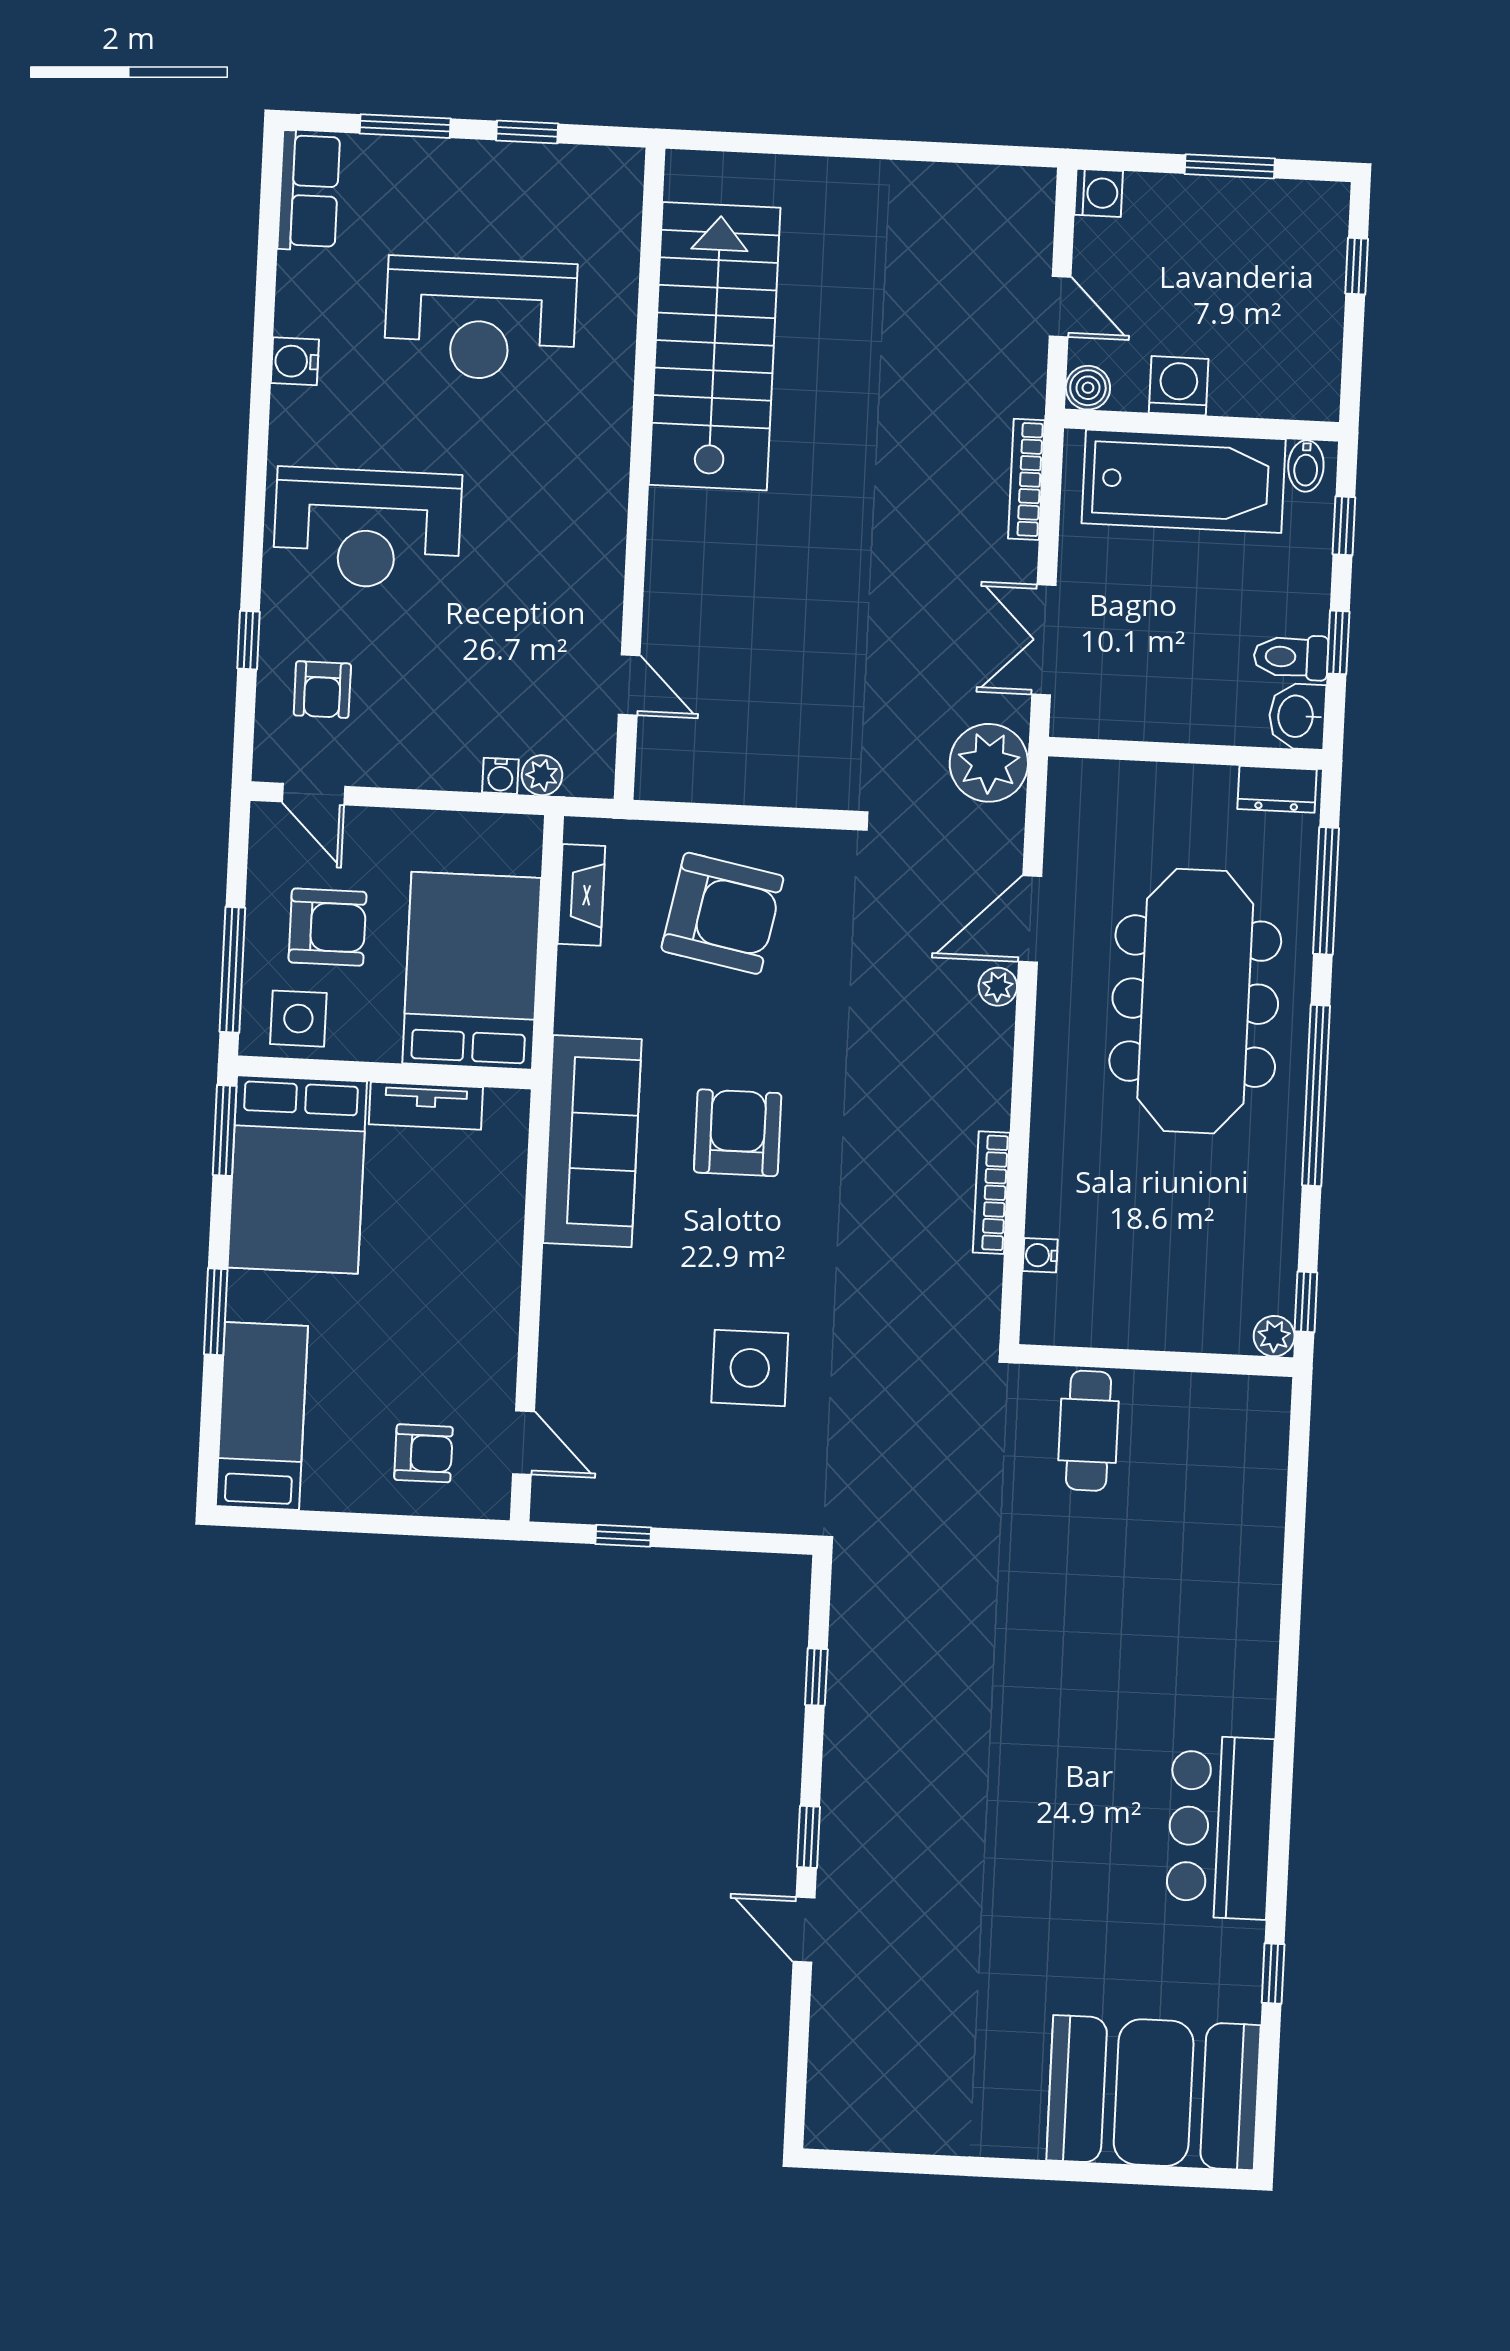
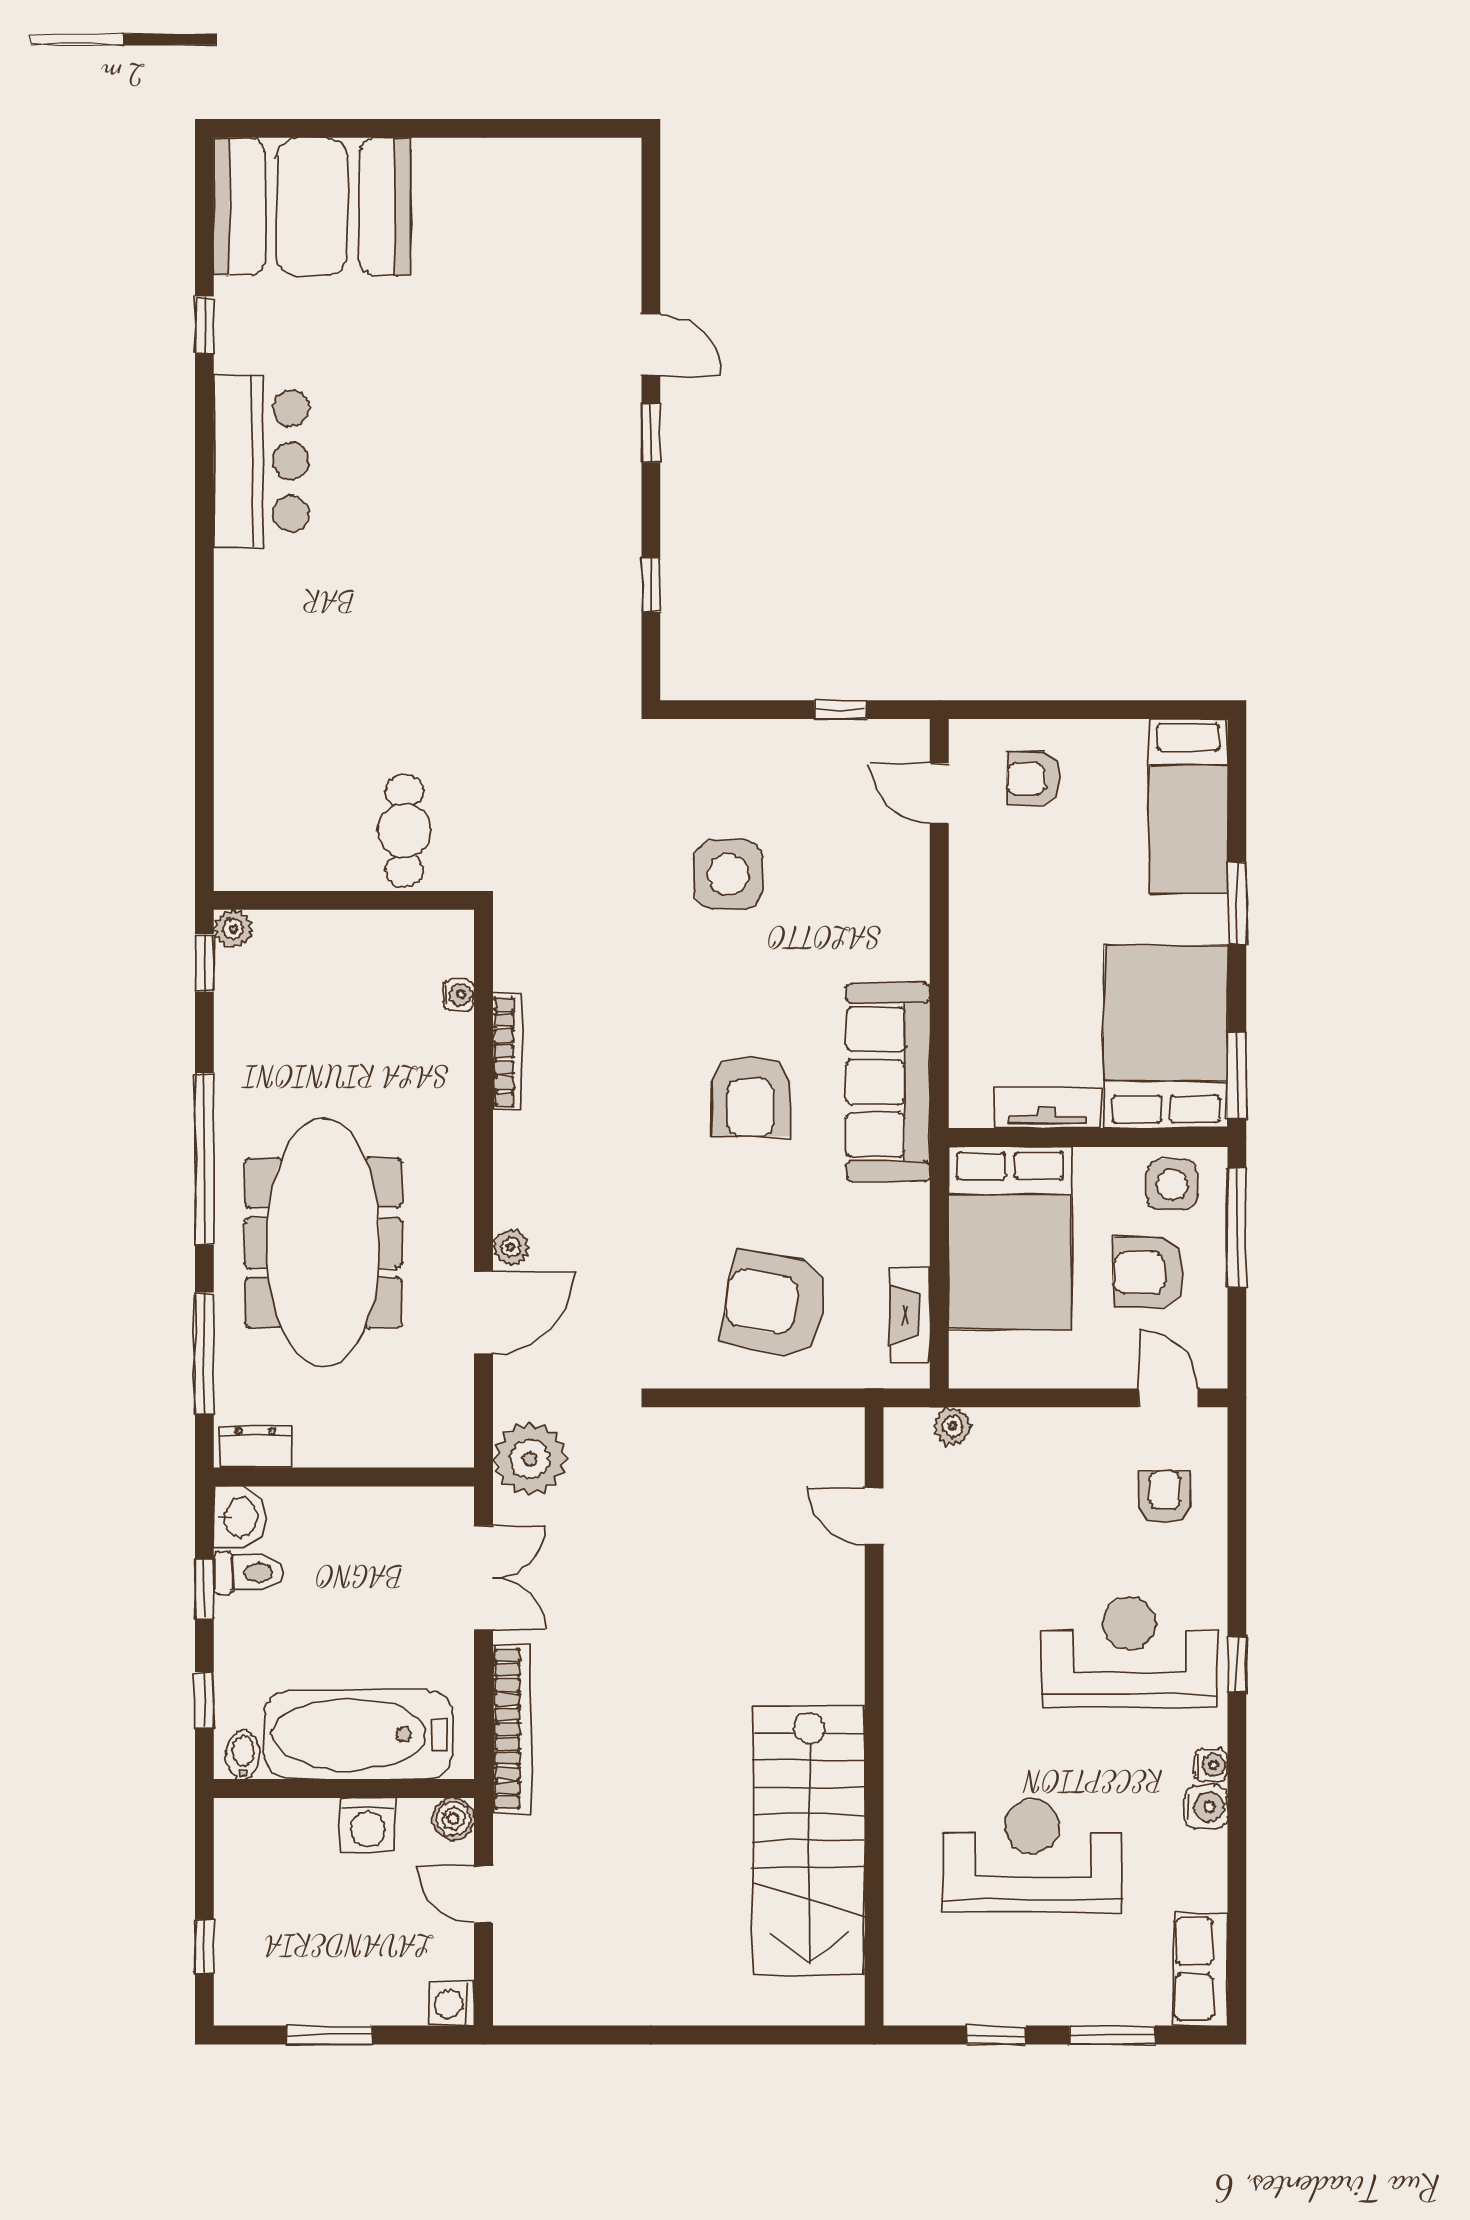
bookcase: (1026, 479) -> (512, 1729), width x1.48, depth x1.31
window: (248, 640) -> (1237, 1665), moved
water cooler: (500, 776) -> (1211, 1765), moved, turned 90

